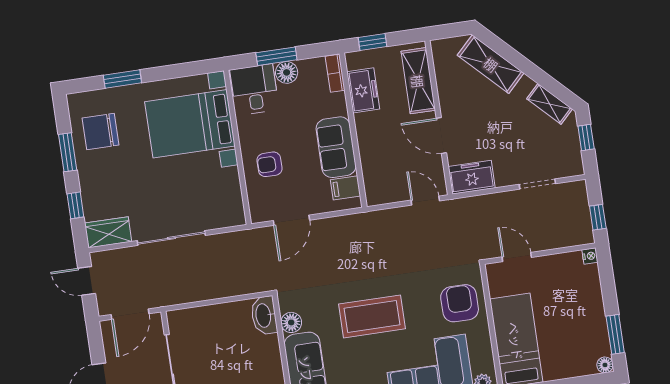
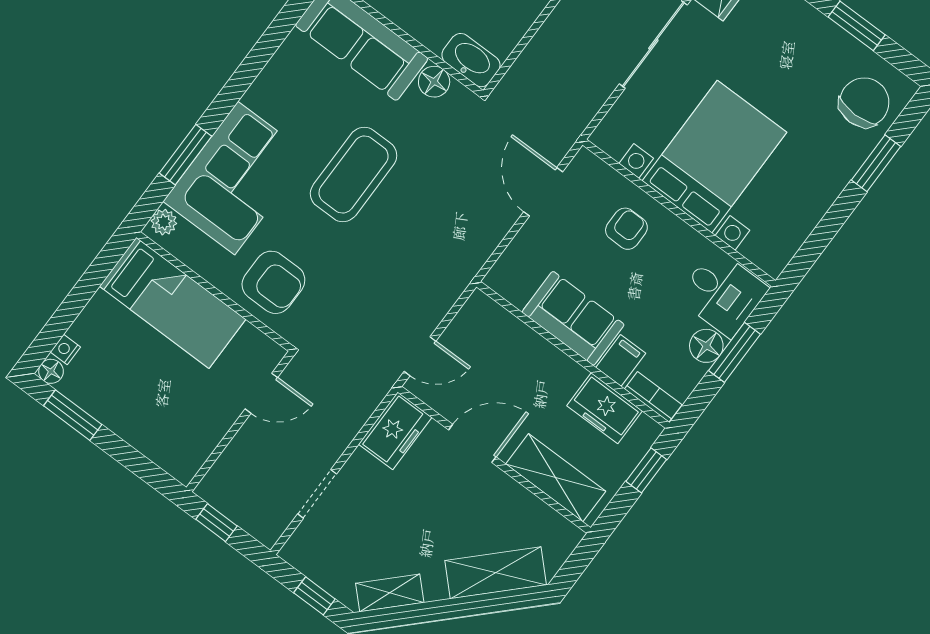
bed with nightstands: (190, 124) -> (715, 157), moved
chair: (100, 132) -> (864, 102), moved
filing cabinet: (346, 188) -> (621, 360), moved
nightstand: (590, 256) -> (65, 350), moved, turned 90

